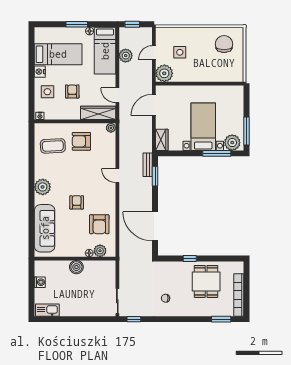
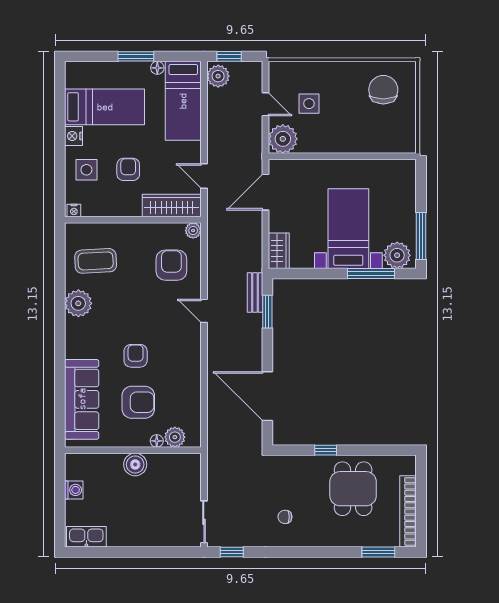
door: (154, 53) -> (265, 104), swing flipped
plant: (126, 56) -> (218, 76), moved
armchair: (81, 141) -> (171, 265), moved, turned 90
plant: (43, 187) -> (78, 303), moved
armchair: (99, 224) -> (138, 402), moved, turned -90

